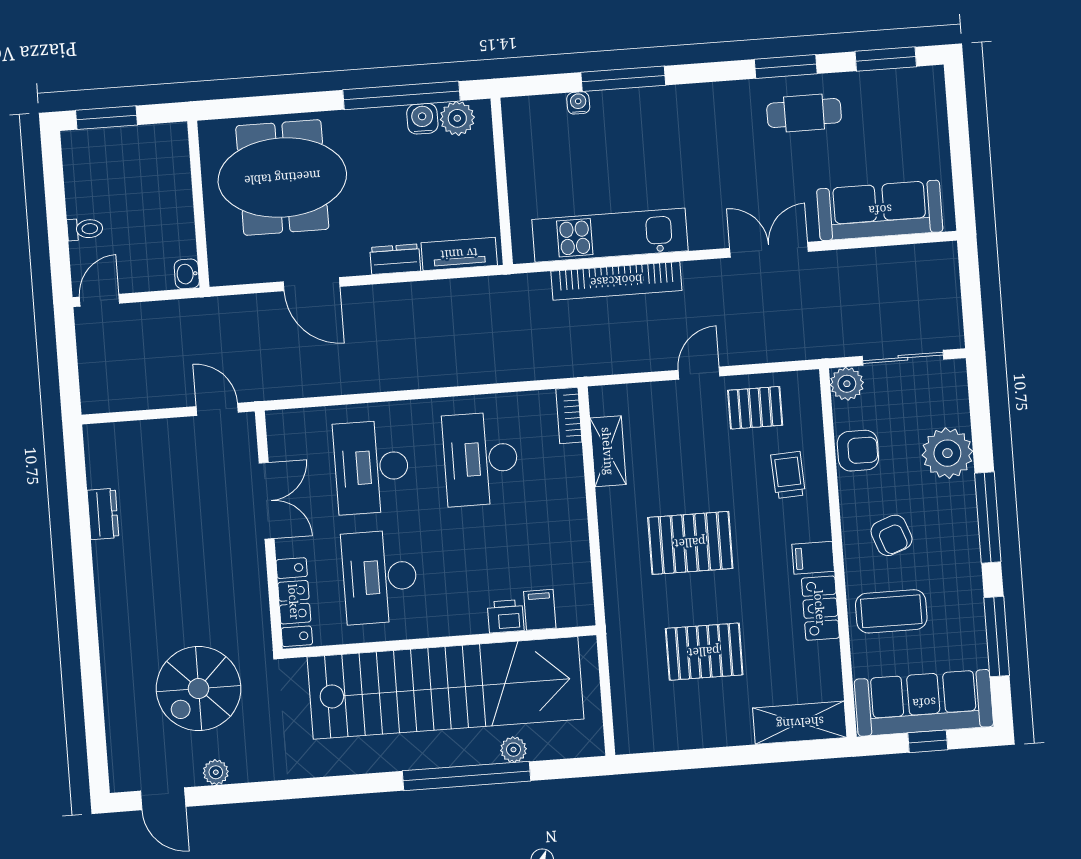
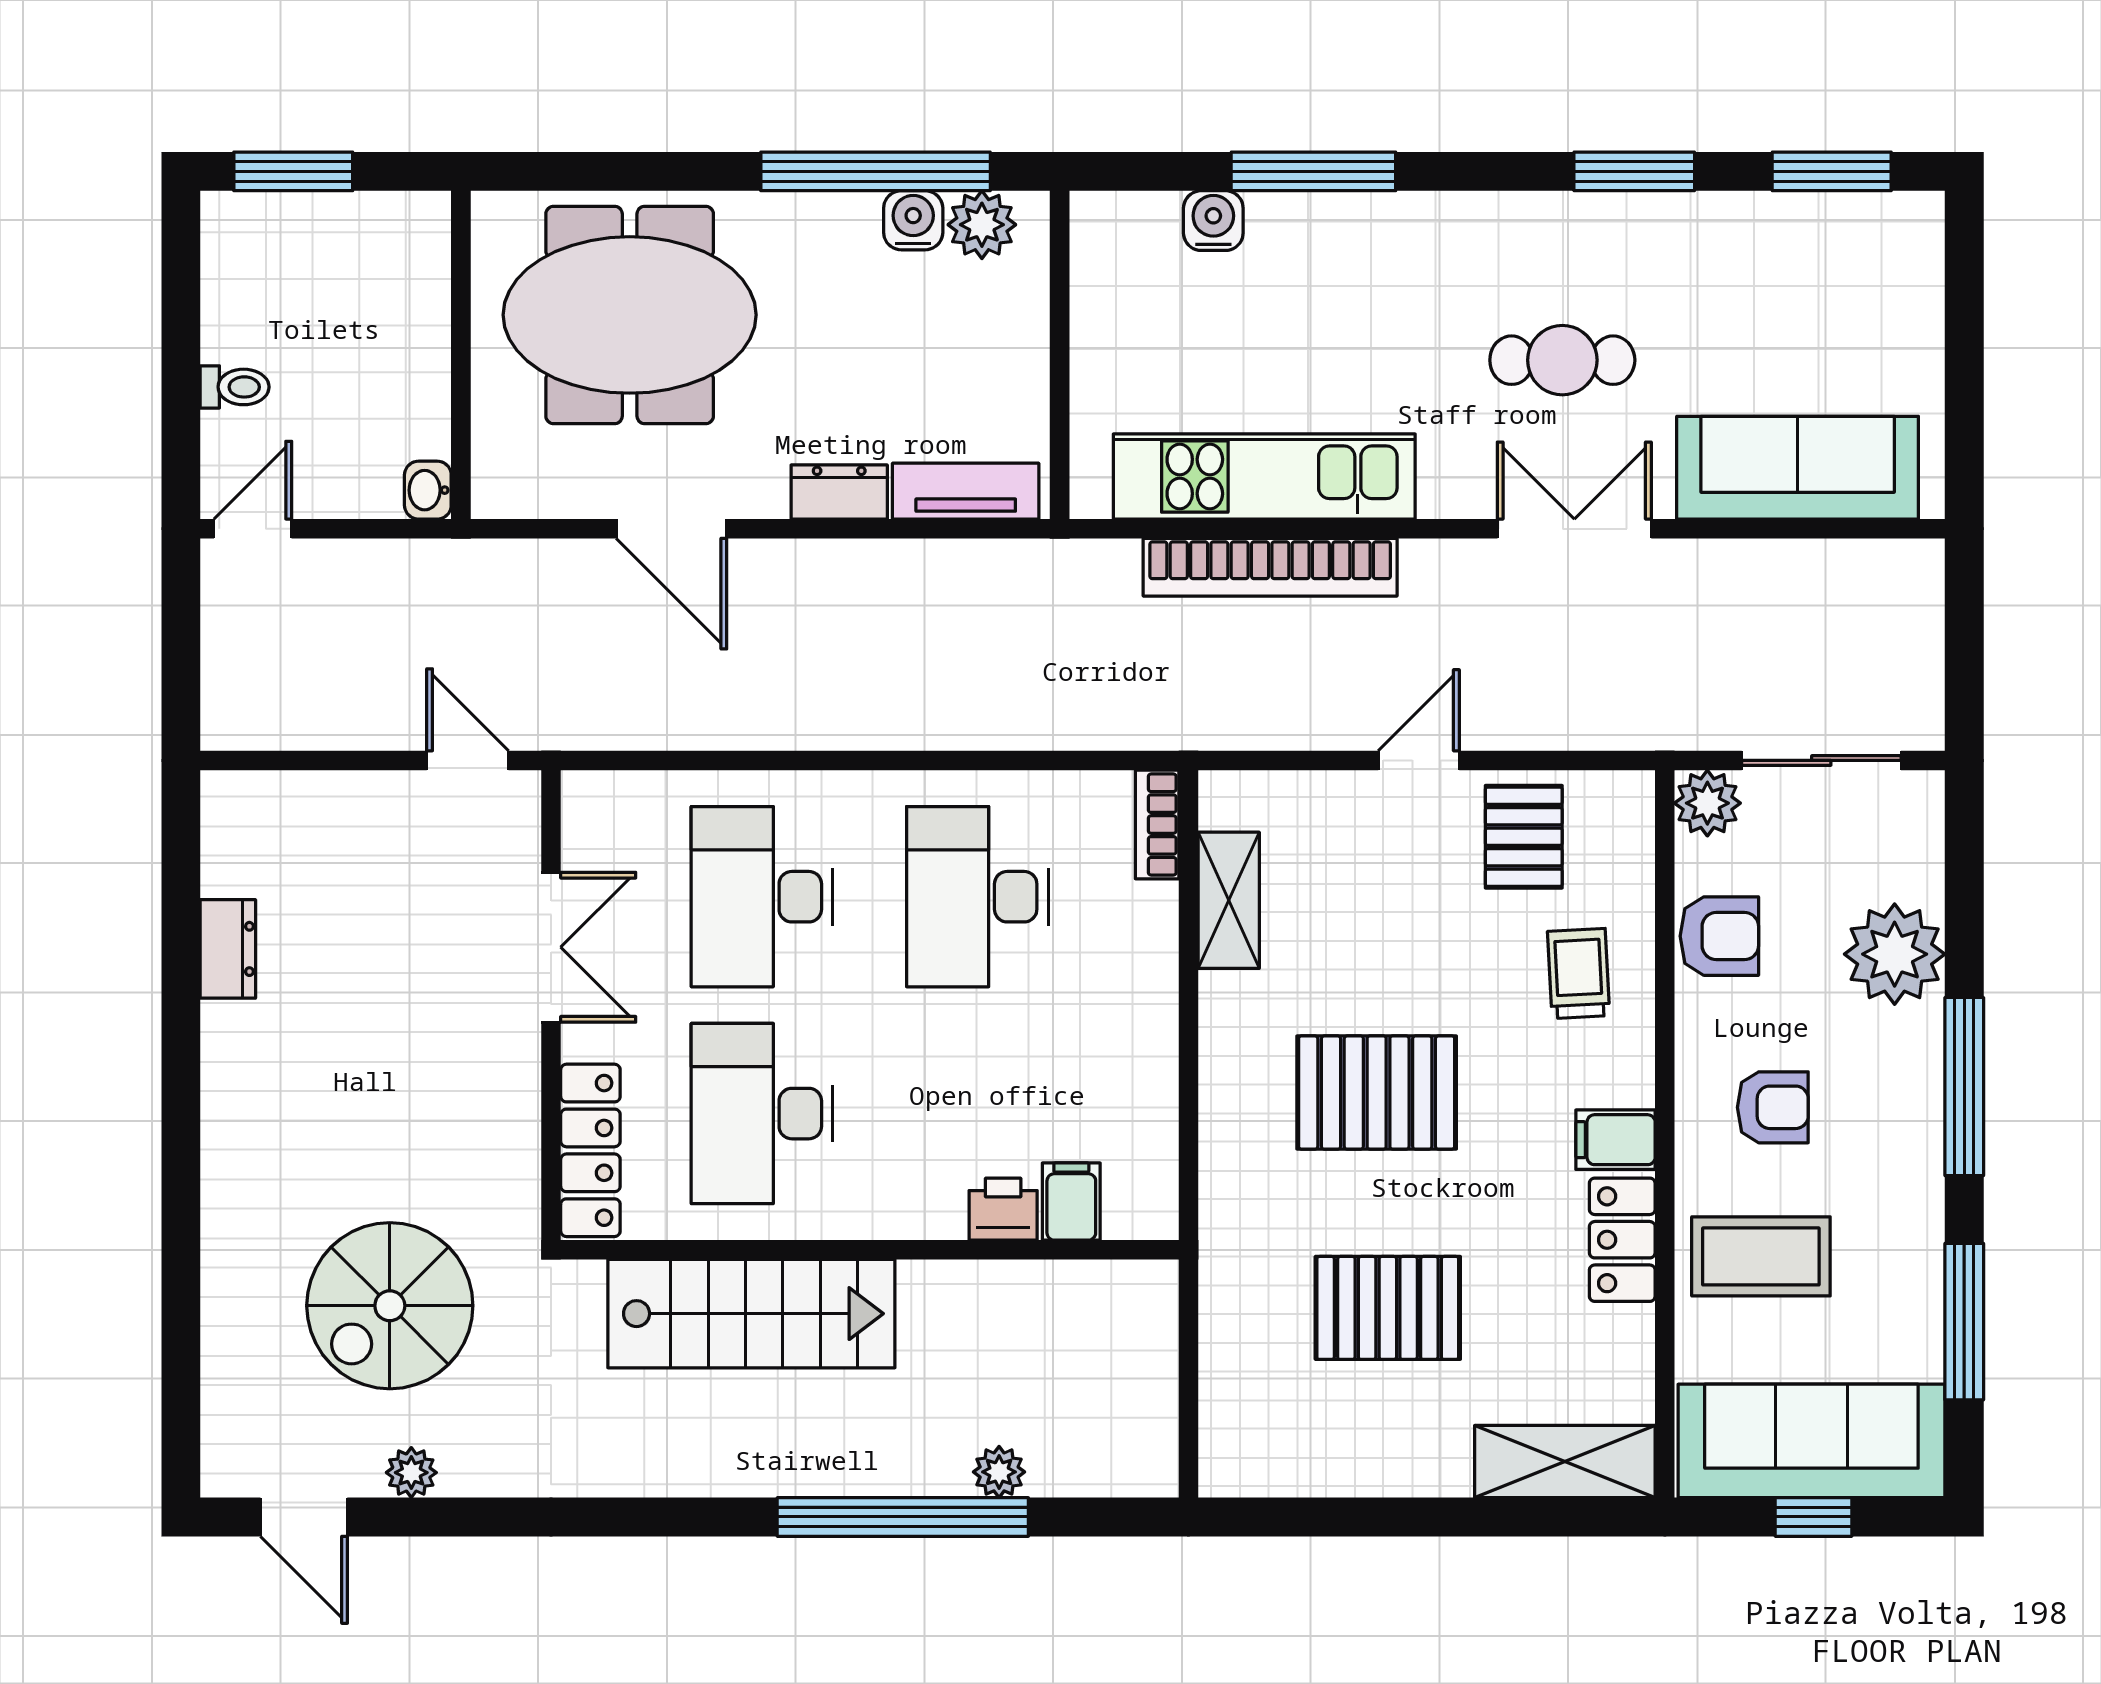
water cooler: (578, 103) -> (1213, 221), width x1.38, depth x1.38
cafe table: (804, 113) -> (1562, 360), moved
pallet: (755, 408) -> (1524, 837), turned 90
armchair: (892, 535) -> (1773, 1107), turned -70
stairs: (446, 688) -> (751, 1314), width x0.54, depth x0.66

